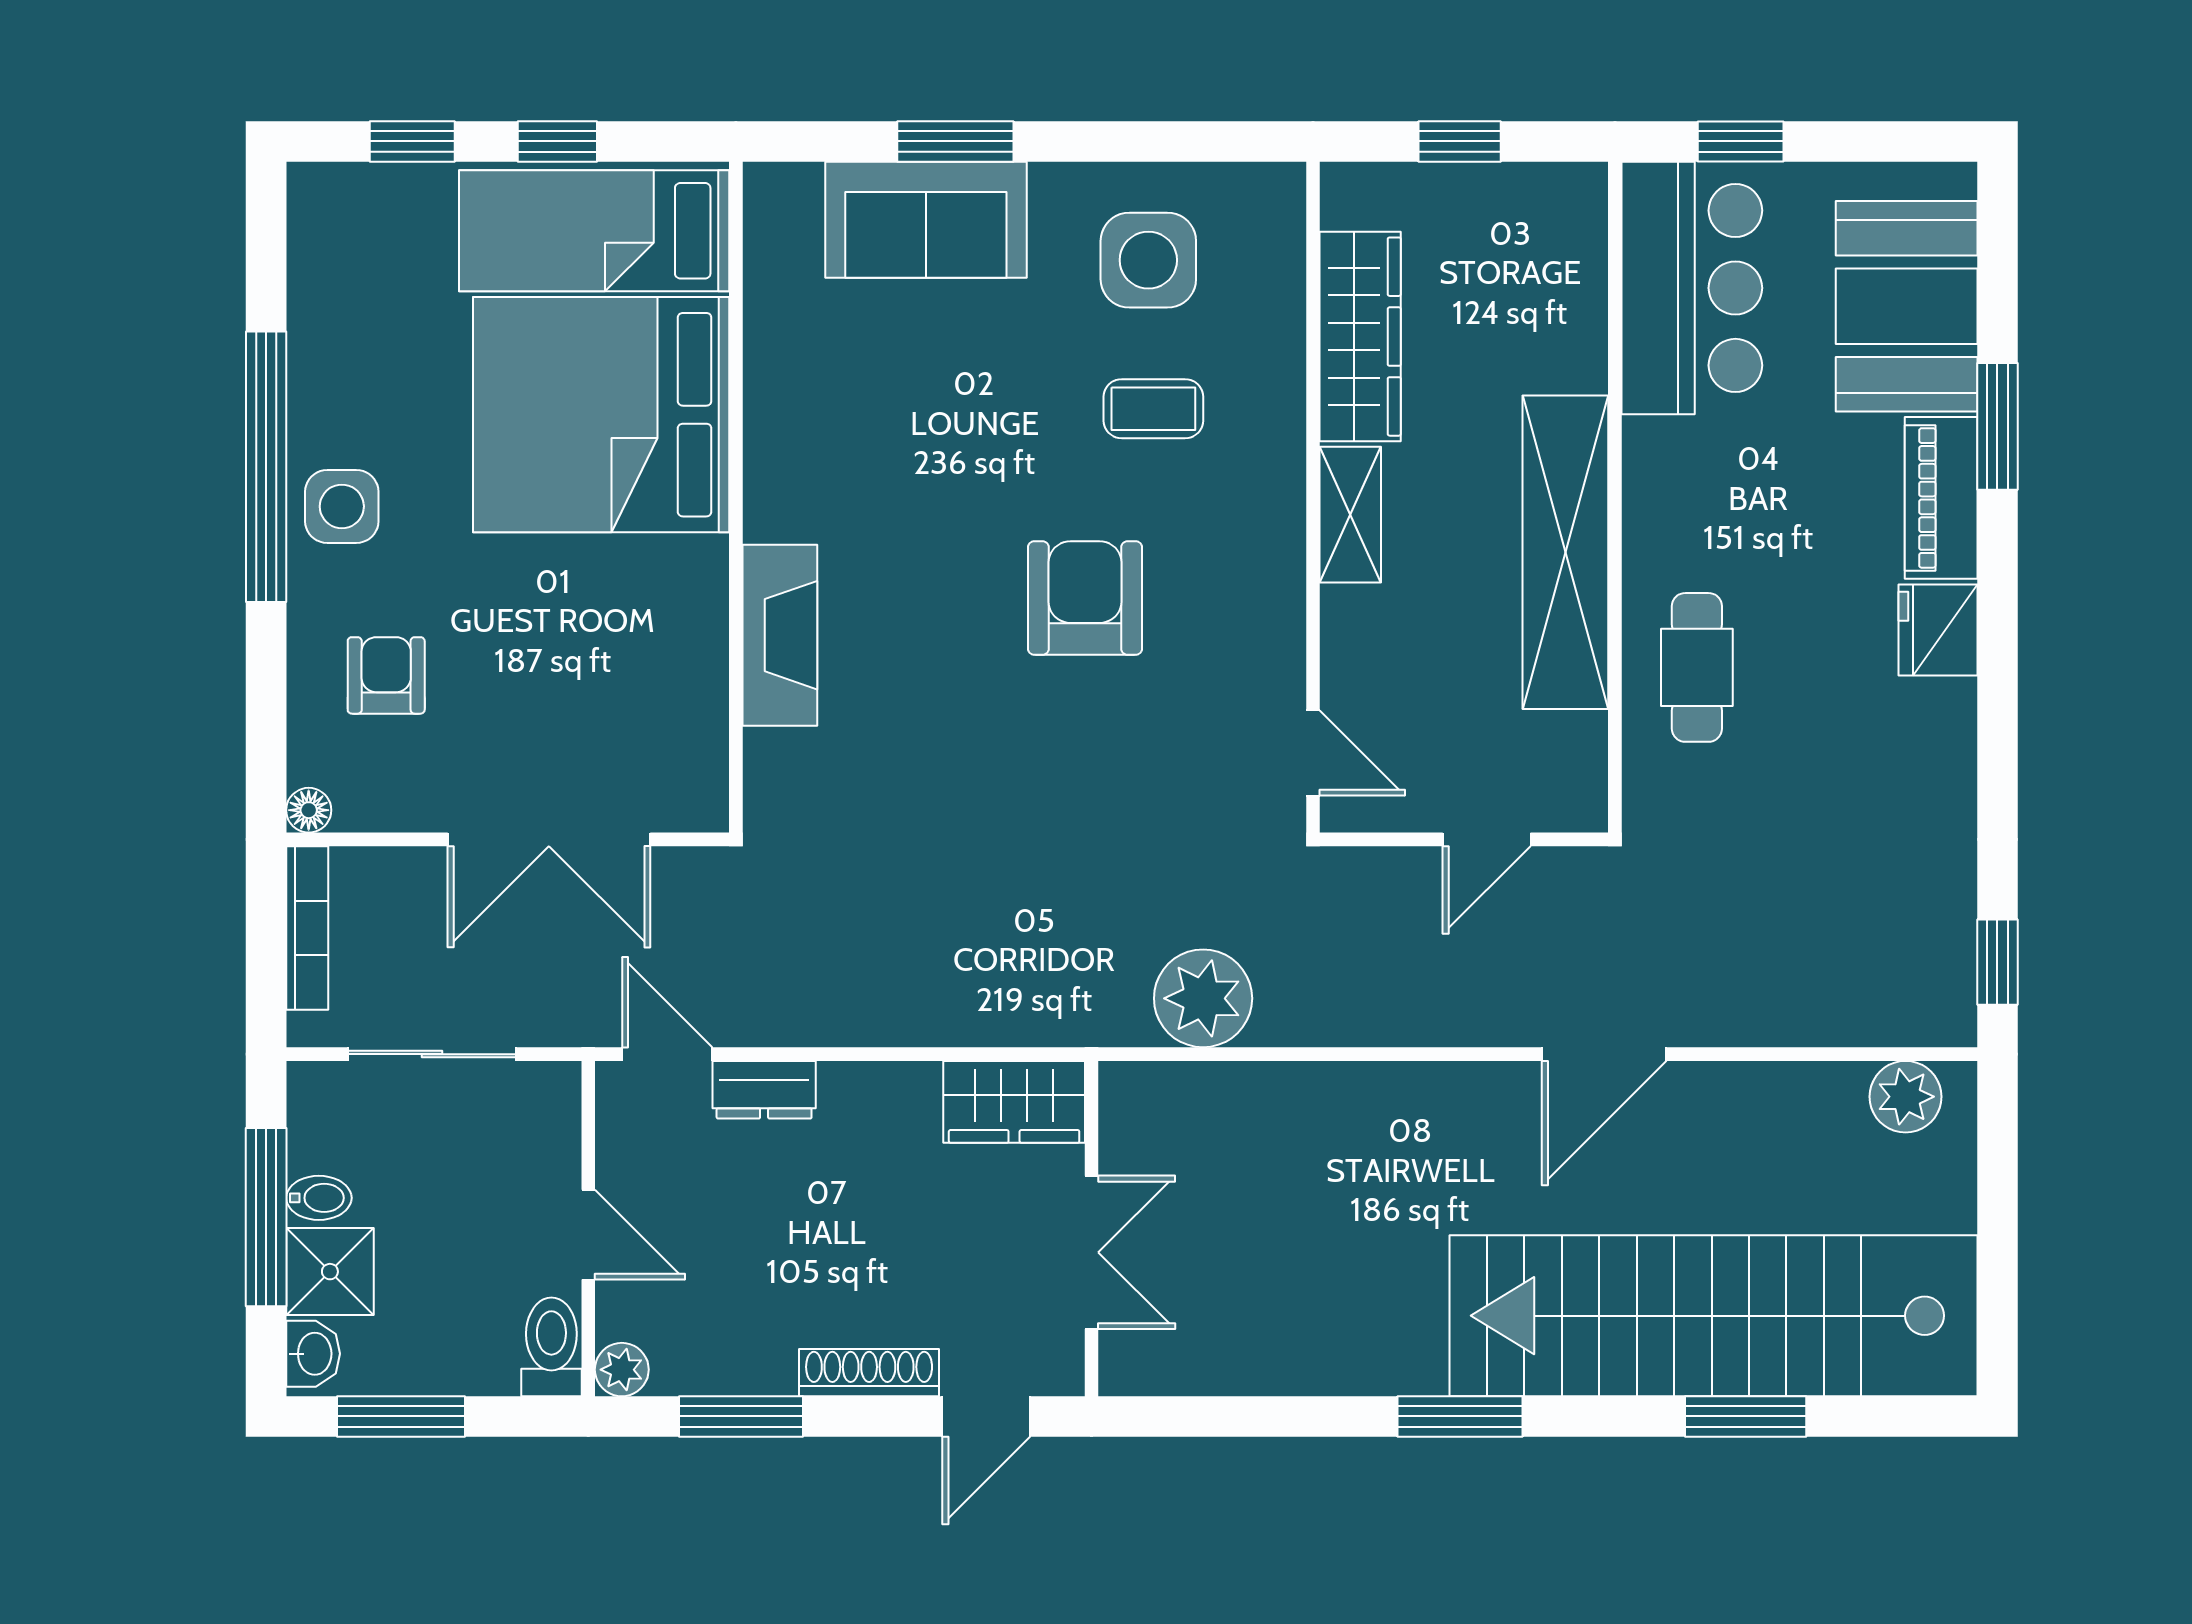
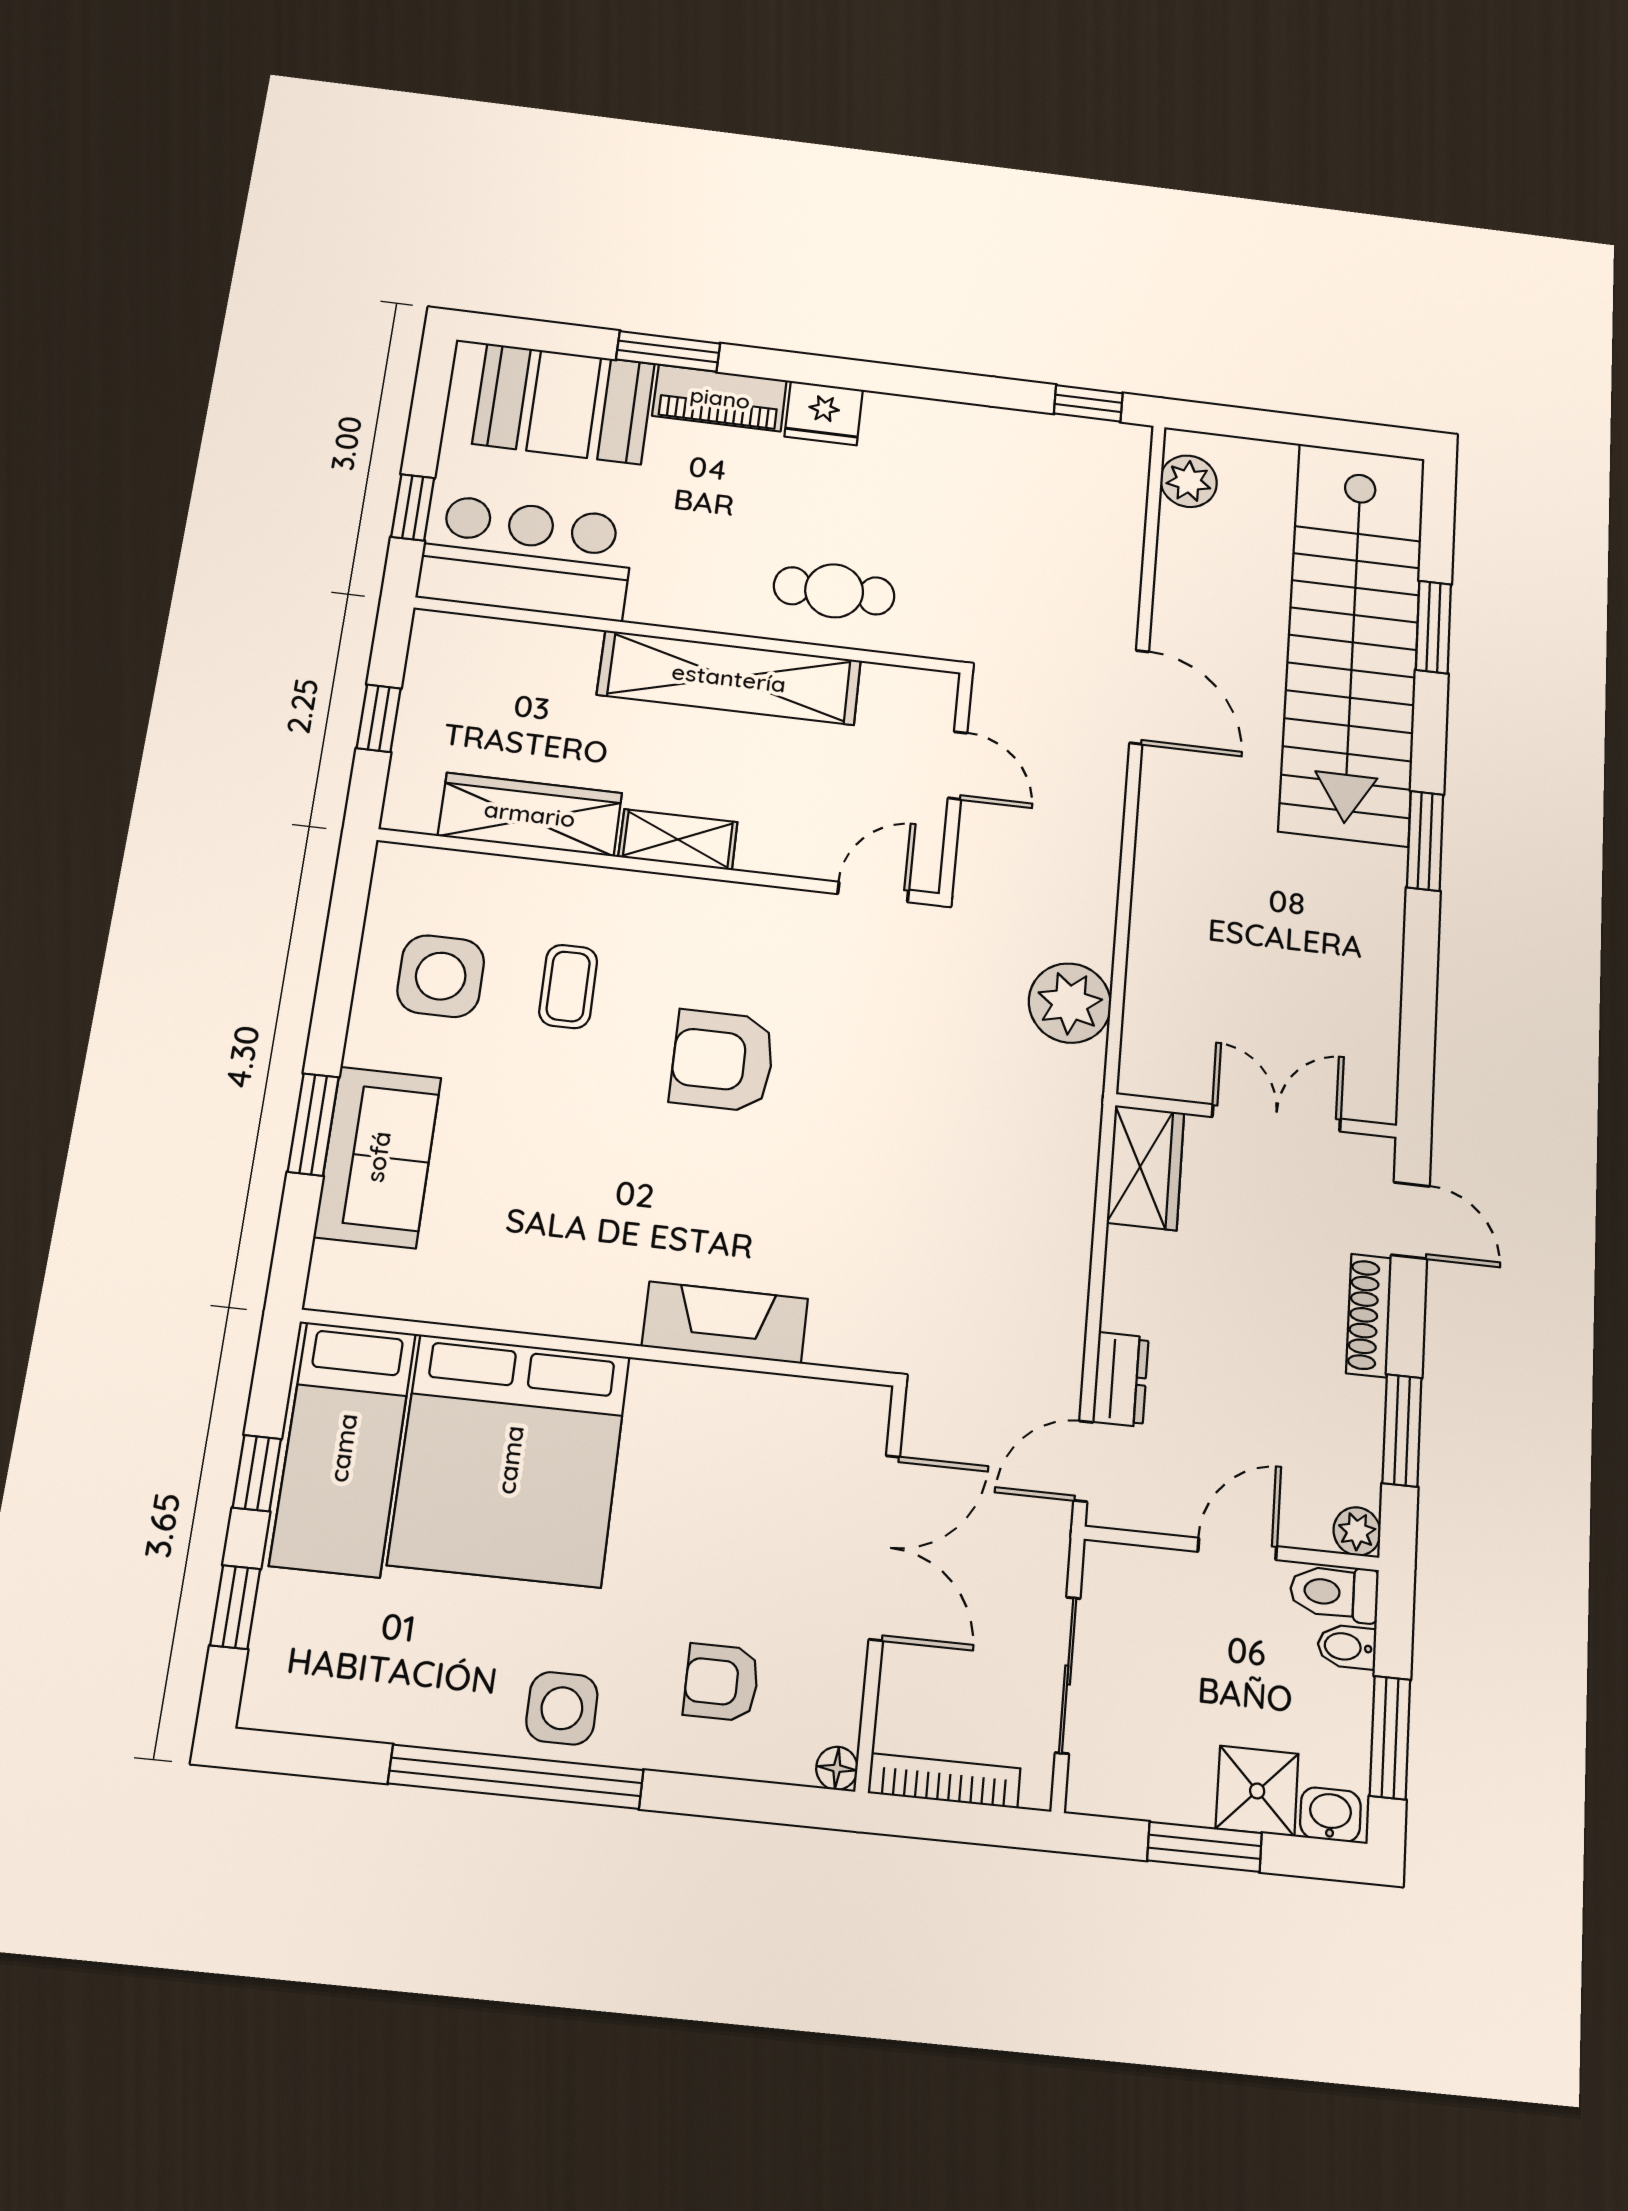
bidet: (319, 1198) -> (1347, 1647), moved, turned -90
window: (266, 1217) -> (1204, 1847), width x0.69

